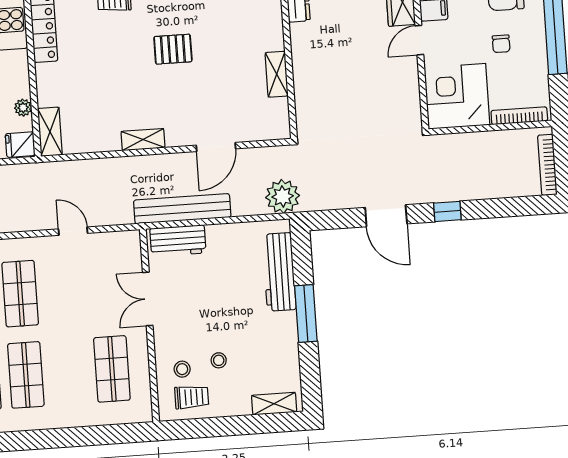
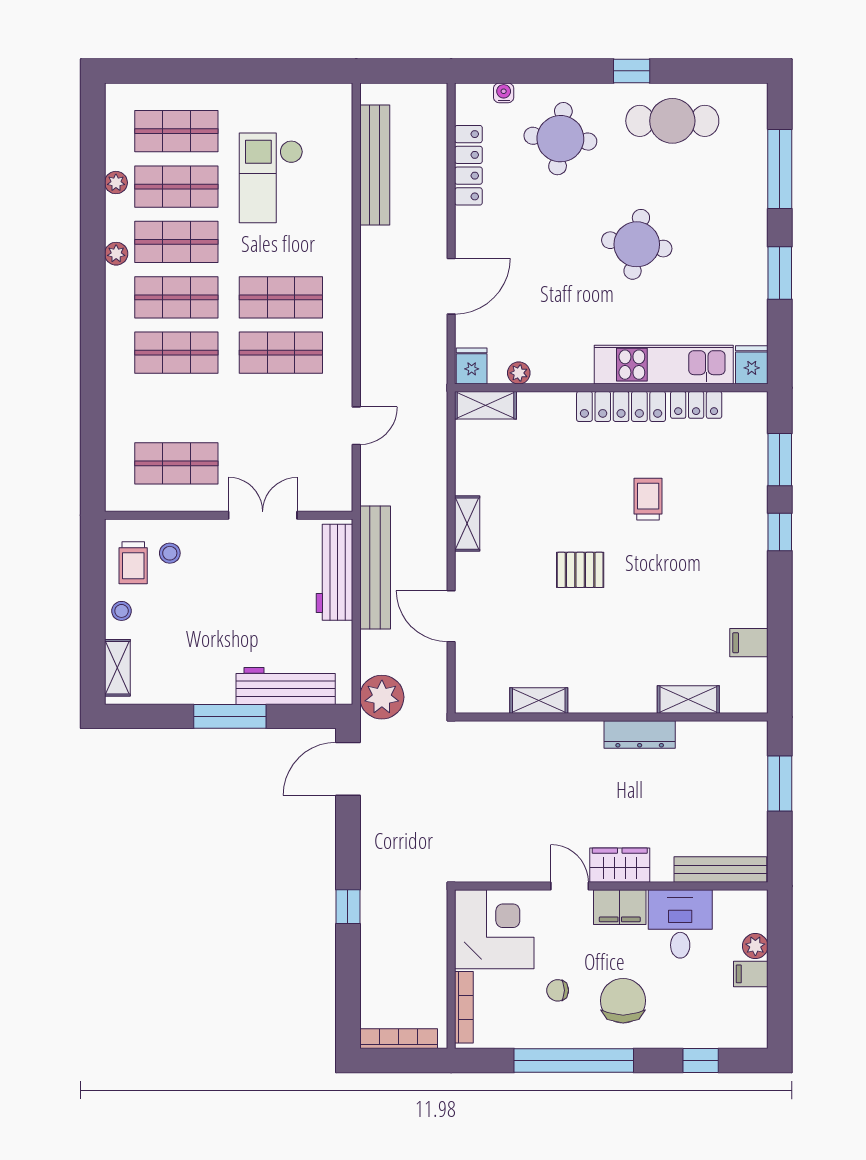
pallet: (173, 49) -> (580, 570), turned 90
door: (386, 216) -> (348, 769), moved
workbench: (178, 241) -> (335, 572), width x1.38
stool: (219, 360) -> (122, 611), moved

